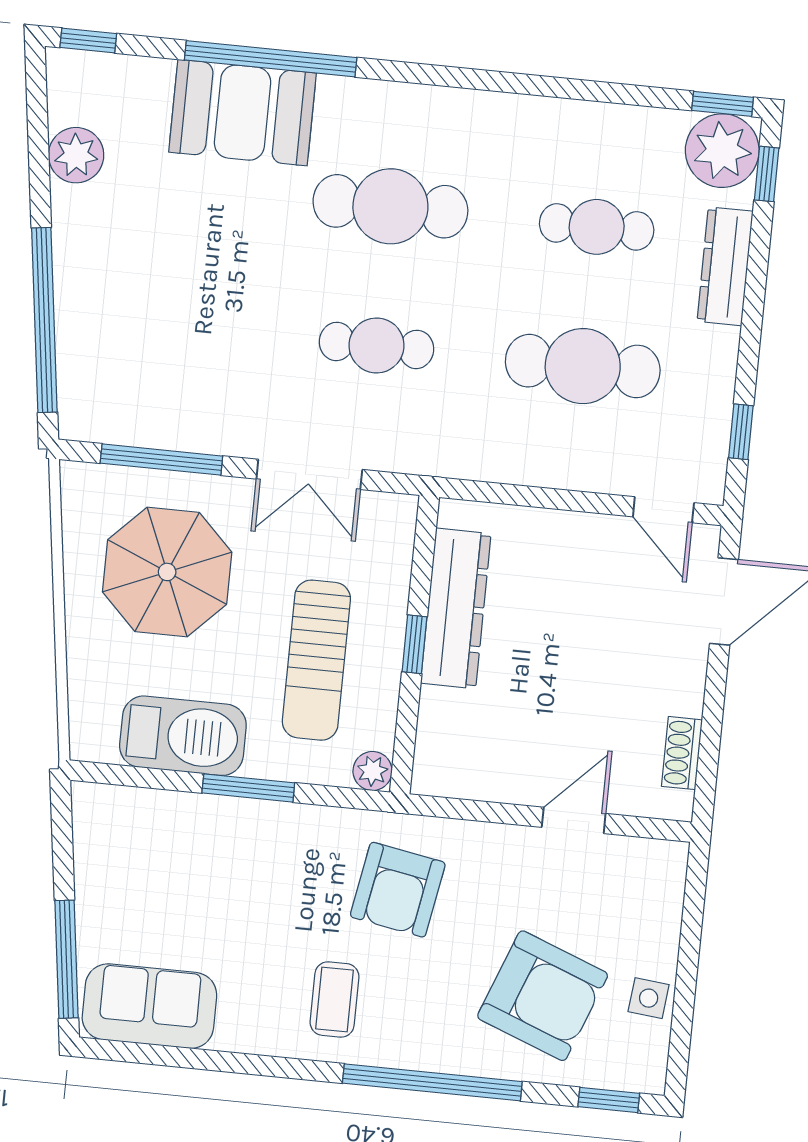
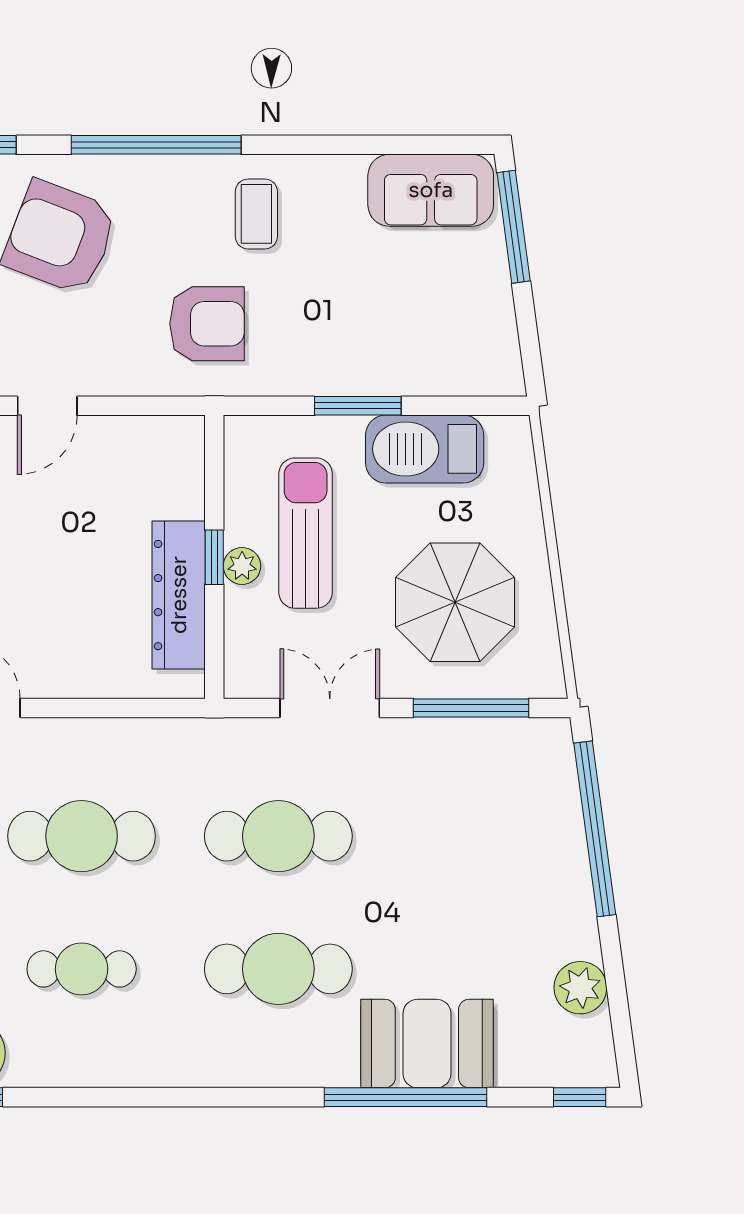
cafe table: (377, 345) -> (278, 836), width x1.37, depth x1.35
plant: (373, 771) -> (242, 566), moved
armchair: (398, 890) -> (207, 324), turned 80

